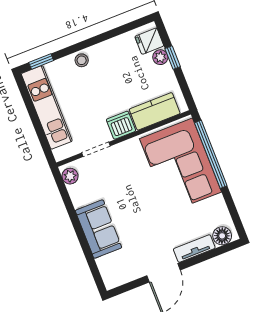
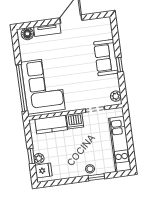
window: (41, 61) -> (96, 177), moved
window: (76, 224) -> (119, 65), added

